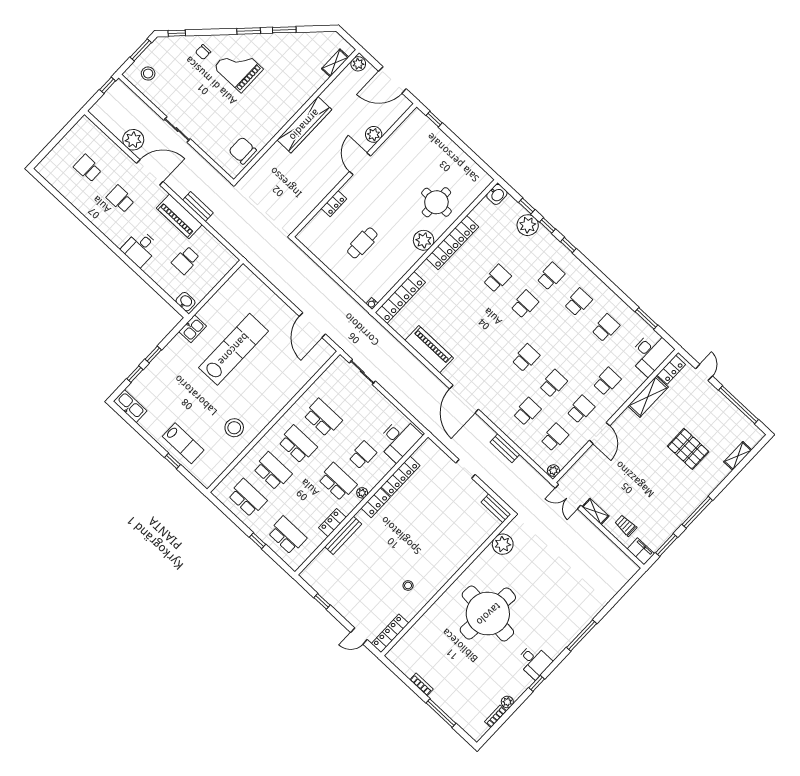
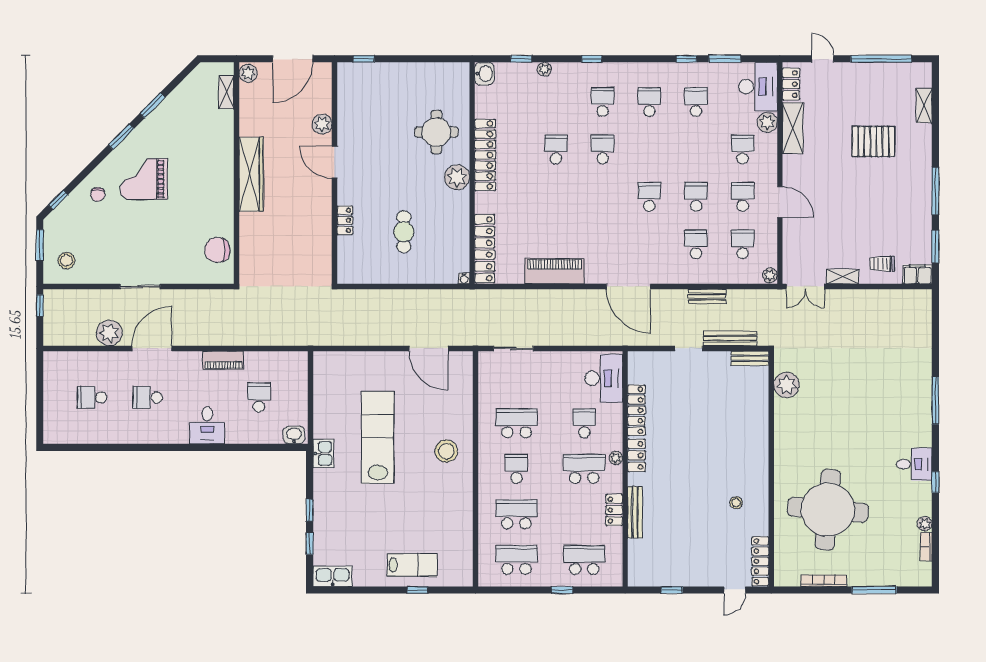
bench: (198, 206) -> (730, 338), moved, width x1.36
piano: (179, 216) -> (223, 360), width x0.73, depth x0.75
plant: (528, 225) -> (544, 69), width x0.53, depth x0.53
window: (548, 226) -> (686, 59), moved
school desk: (186, 260) -> (259, 397), turned 180
plant: (636, 379) -> (767, 122), added
stool: (234, 428) -> (446, 451), moved
school desk: (298, 444) -> (516, 469), width x0.54
round table: (488, 614) -> (828, 510), moved
bookcase: (421, 684) -> (824, 581), width x1.56

